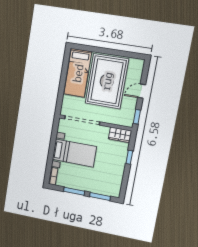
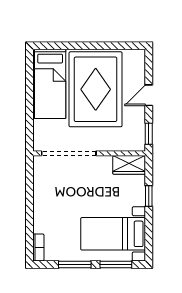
bed with nightstands: (74, 153) -> (113, 234), moved, turned 180

